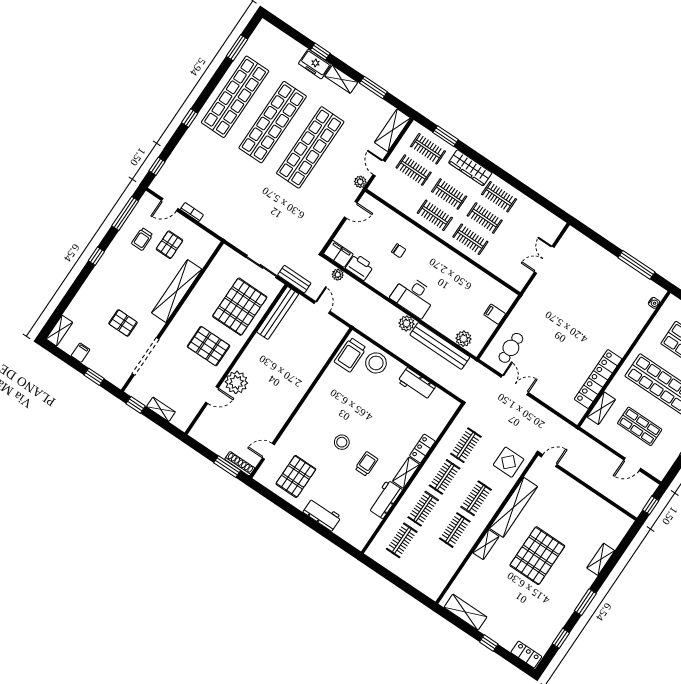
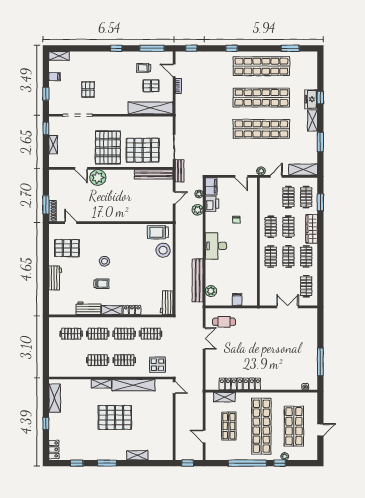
clothes rail: (535, 221) -> (306, 286), added
shelving: (177, 291) -> (151, 108), moved
plant: (407, 323) -> (198, 210), moved
pallet: (208, 346) -> (108, 147), width x1.37, depth x1.41
workbench: (417, 384) -> (167, 303), moved

